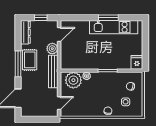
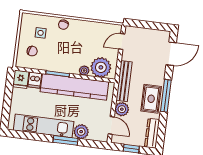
window: (108, 18) -> (65, 140), moved
plant: (83, 26) -> (81, 132), added
door: (59, 34) -> (111, 125), swing flipped
kitchen counter: (93, 62) -> (74, 87), added
dishwasher: (125, 63) -> (35, 80), added

